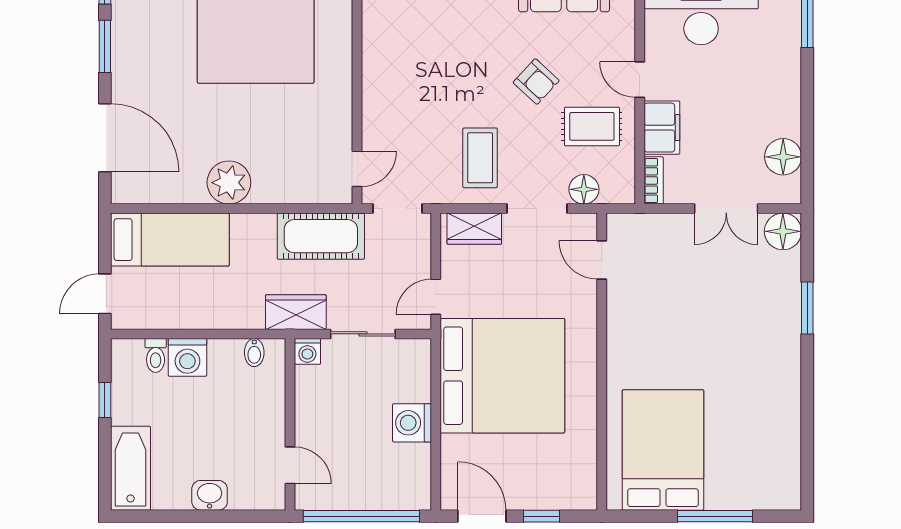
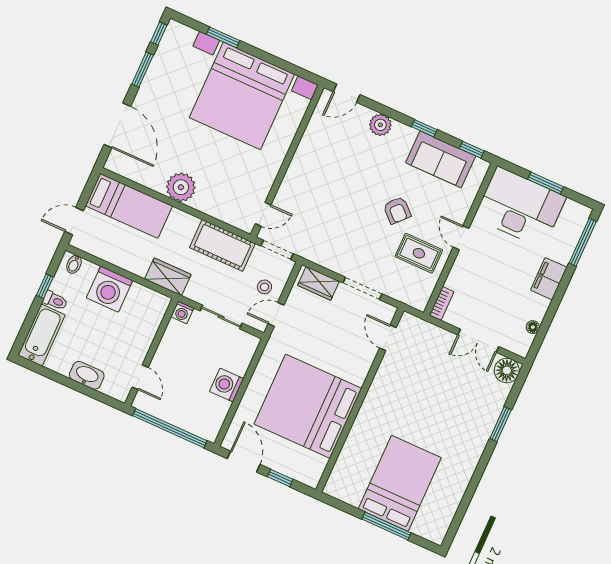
filing cabinet: (662, 128) -> (549, 279), moved, turned 180
floor lamp: (783, 157) -> (533, 327), width x0.53, depth x0.53
coffee table: (480, 158) -> (342, 242), removed
floor lamp: (584, 189) -> (397, 290), removed
stool: (403, 267) -> (264, 287), added
wardrobe: (296, 312) -> (168, 277), moved
bidet: (254, 353) -> (74, 264), moved
toilet: (156, 355) -> (55, 301), moved, turned -90
washing machine: (187, 357) -> (110, 289), width x1.37, depth x1.37
bed: (502, 376) -> (308, 406), moved, turned 180
bed: (663, 450) -> (400, 483), moved
washbasin: (210, 495) -> (87, 375), width x1.38

